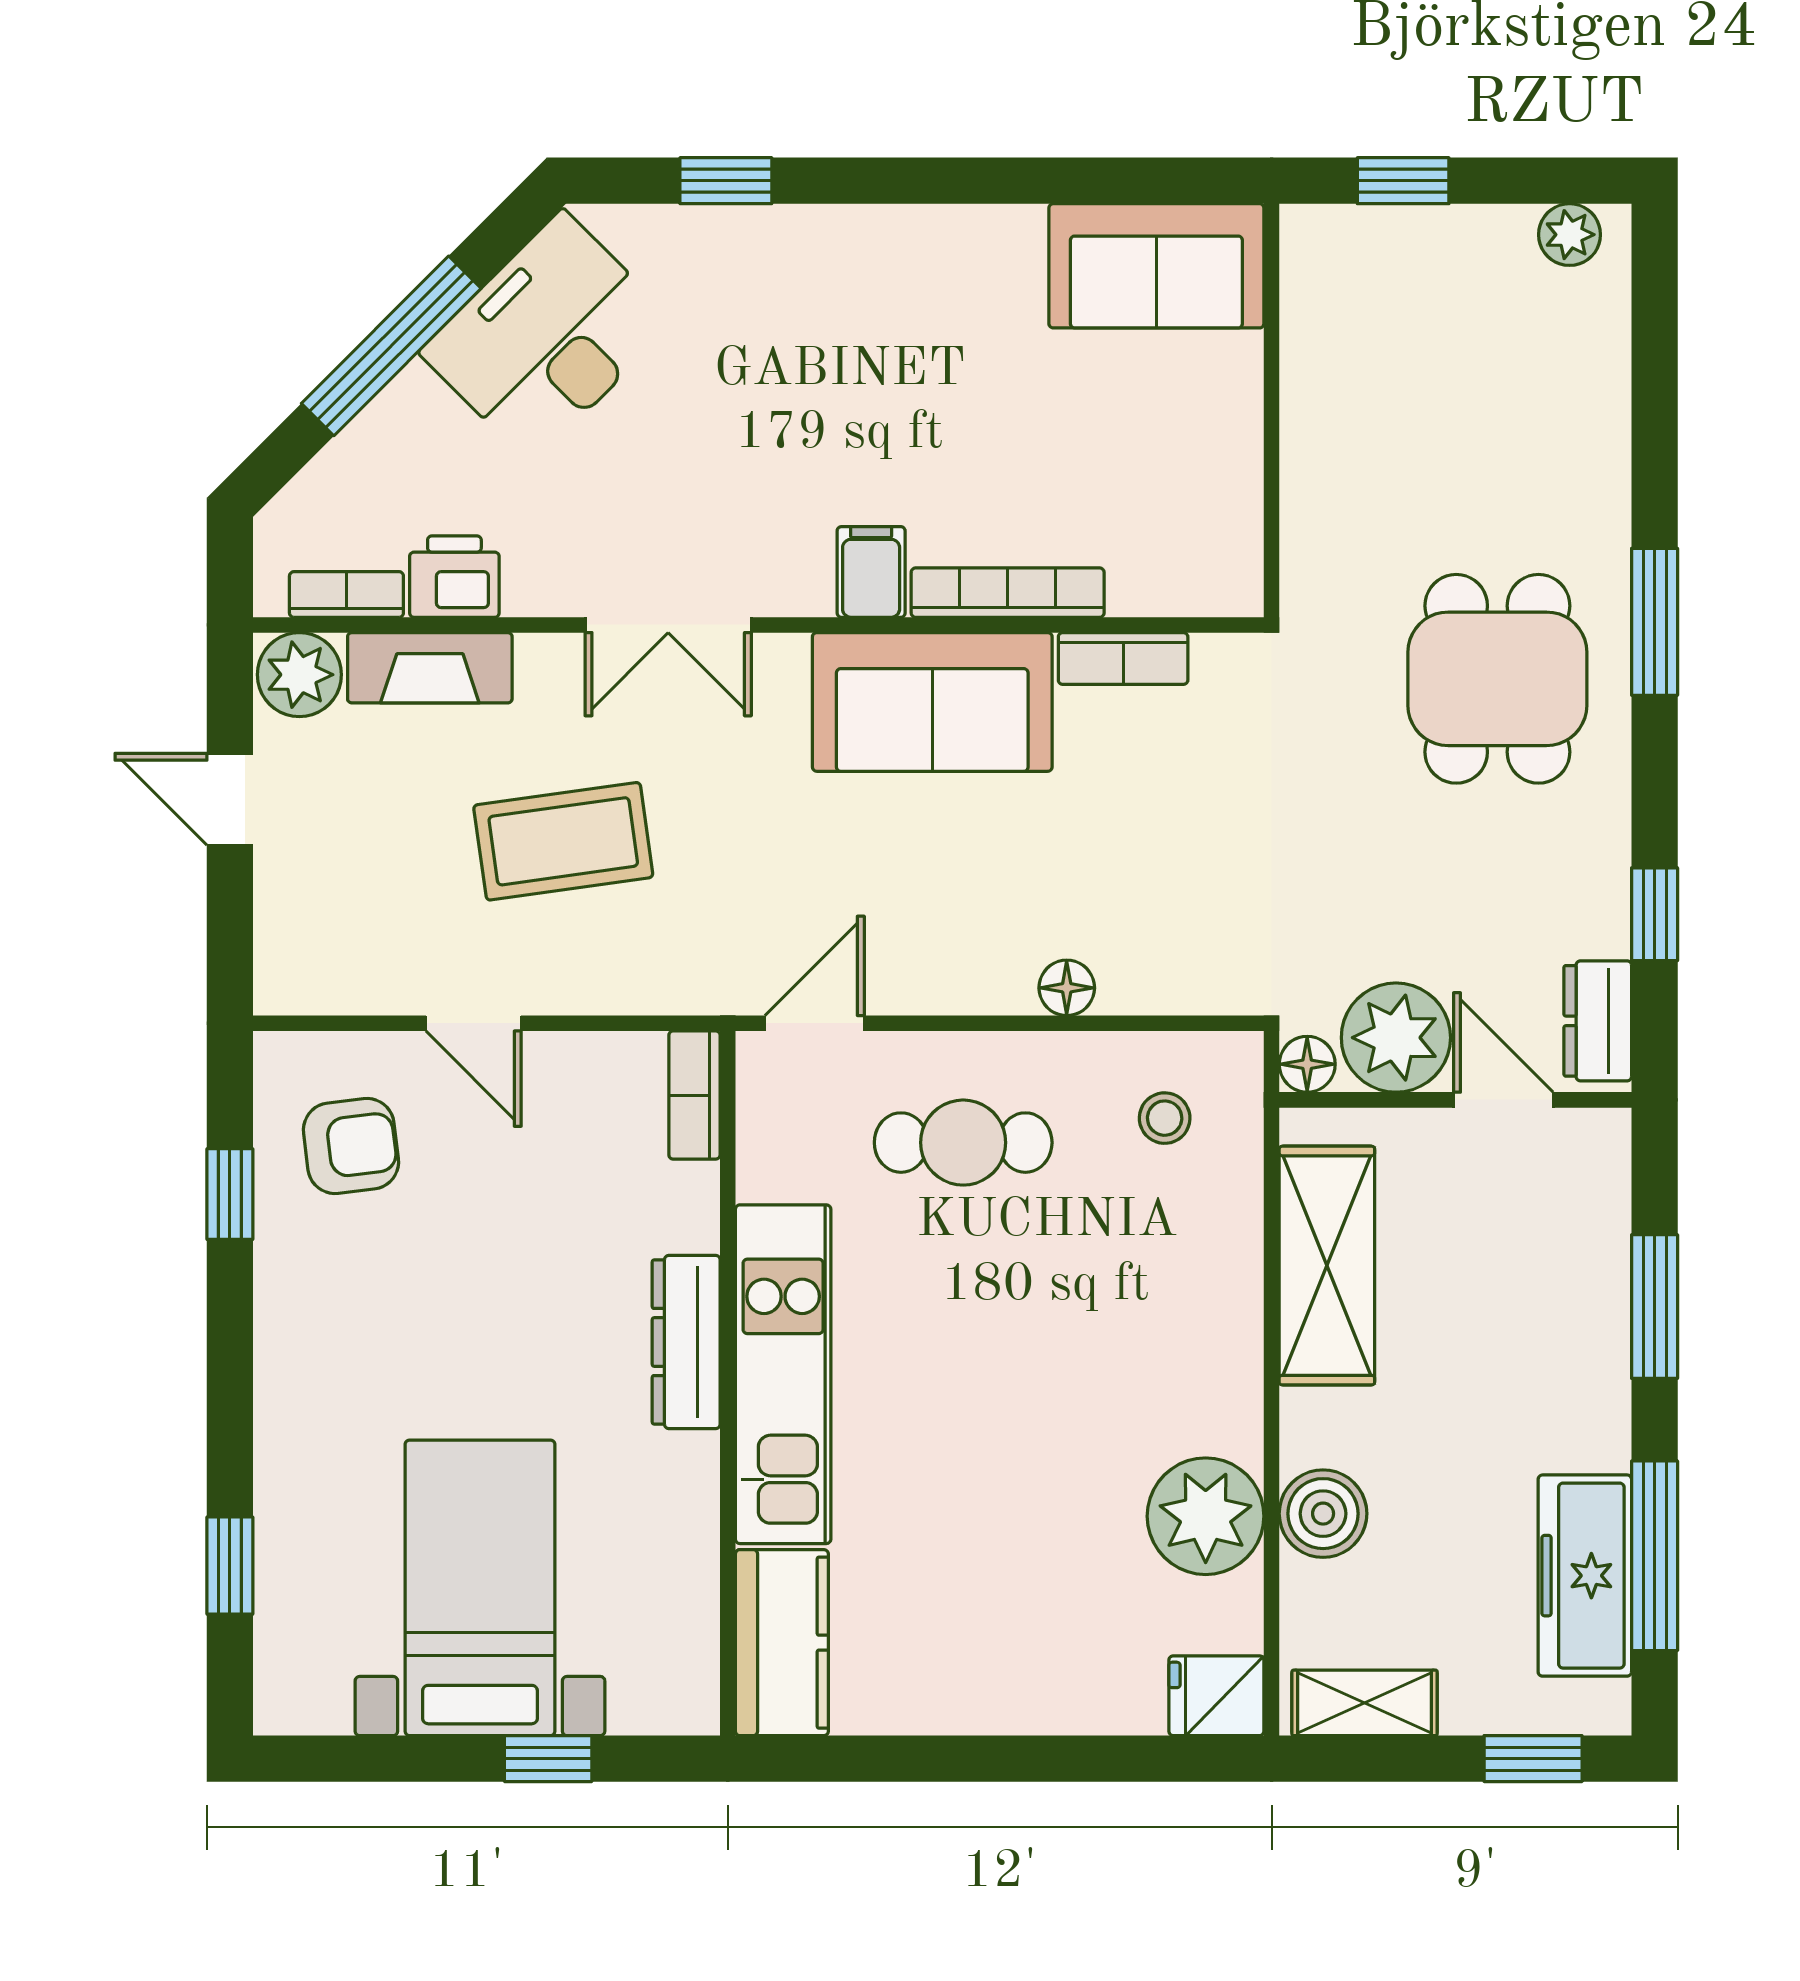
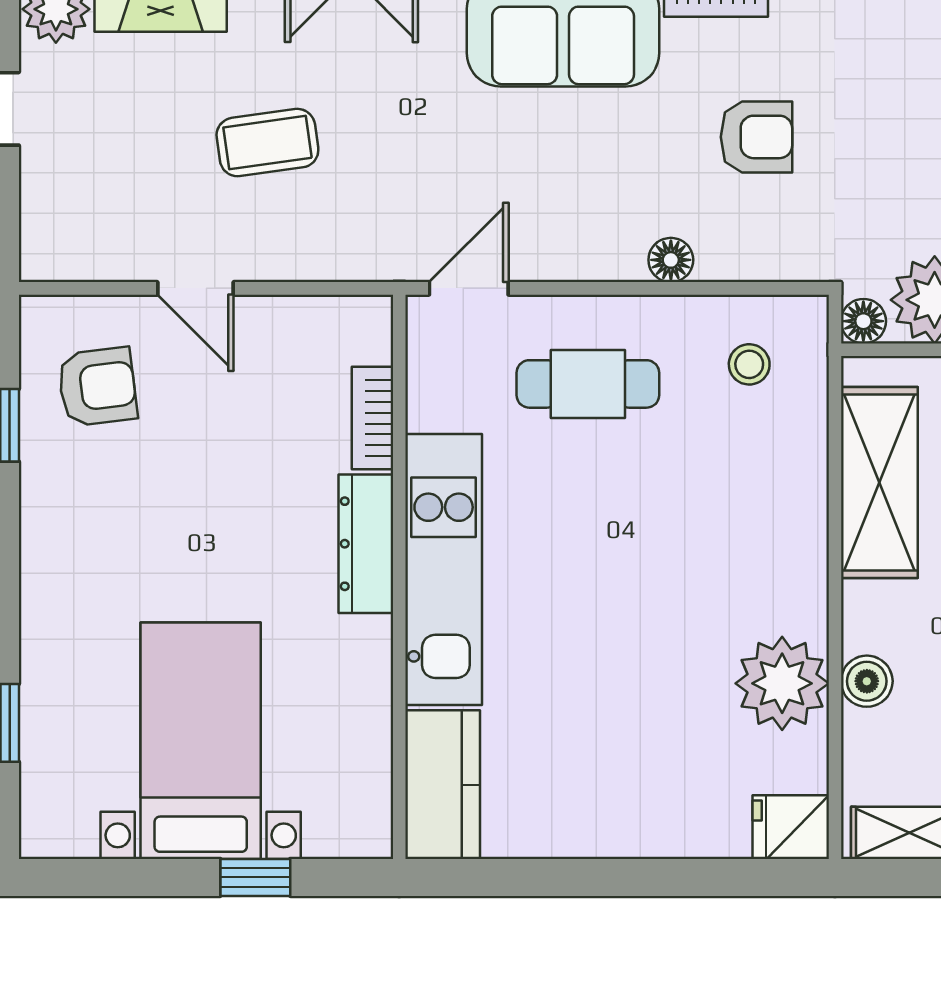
armchair: (1174, 834) -> (756, 137), added
coffee table: (563, 841) -> (267, 143), width x0.73, depth x0.77
bookcase: (694, 1095) -> (373, 418), moved
boiler: (1323, 1514) -> (867, 681), width x0.73, depth x0.73

